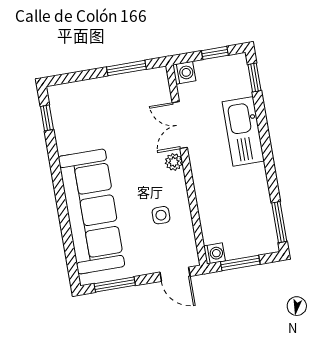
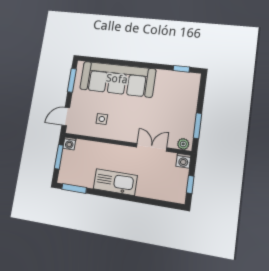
window: (254, 77) -> (167, 204), removed
kitchen sink: (243, 131) -> (115, 182), moved
plant: (174, 162) -> (183, 144), moved

